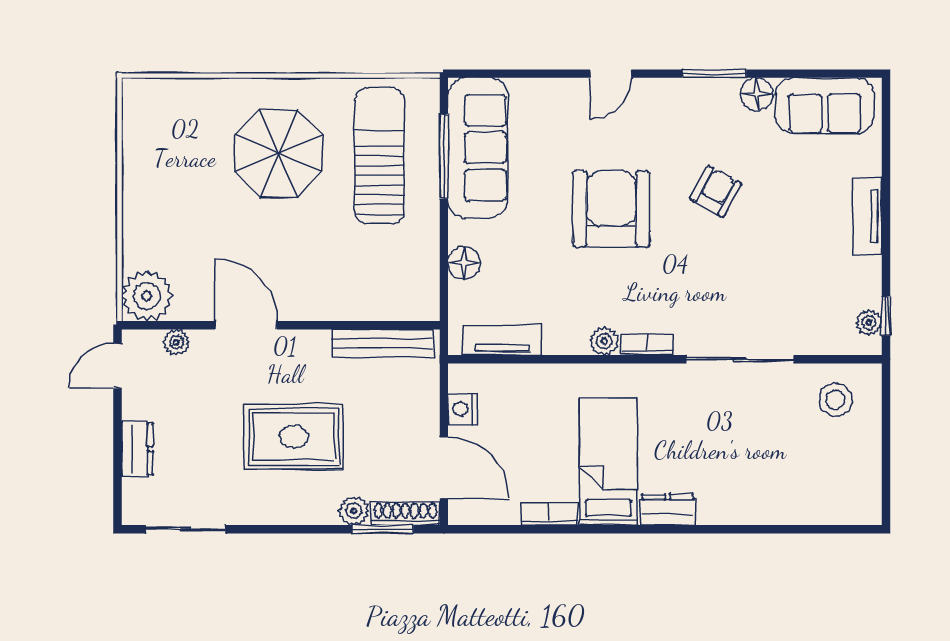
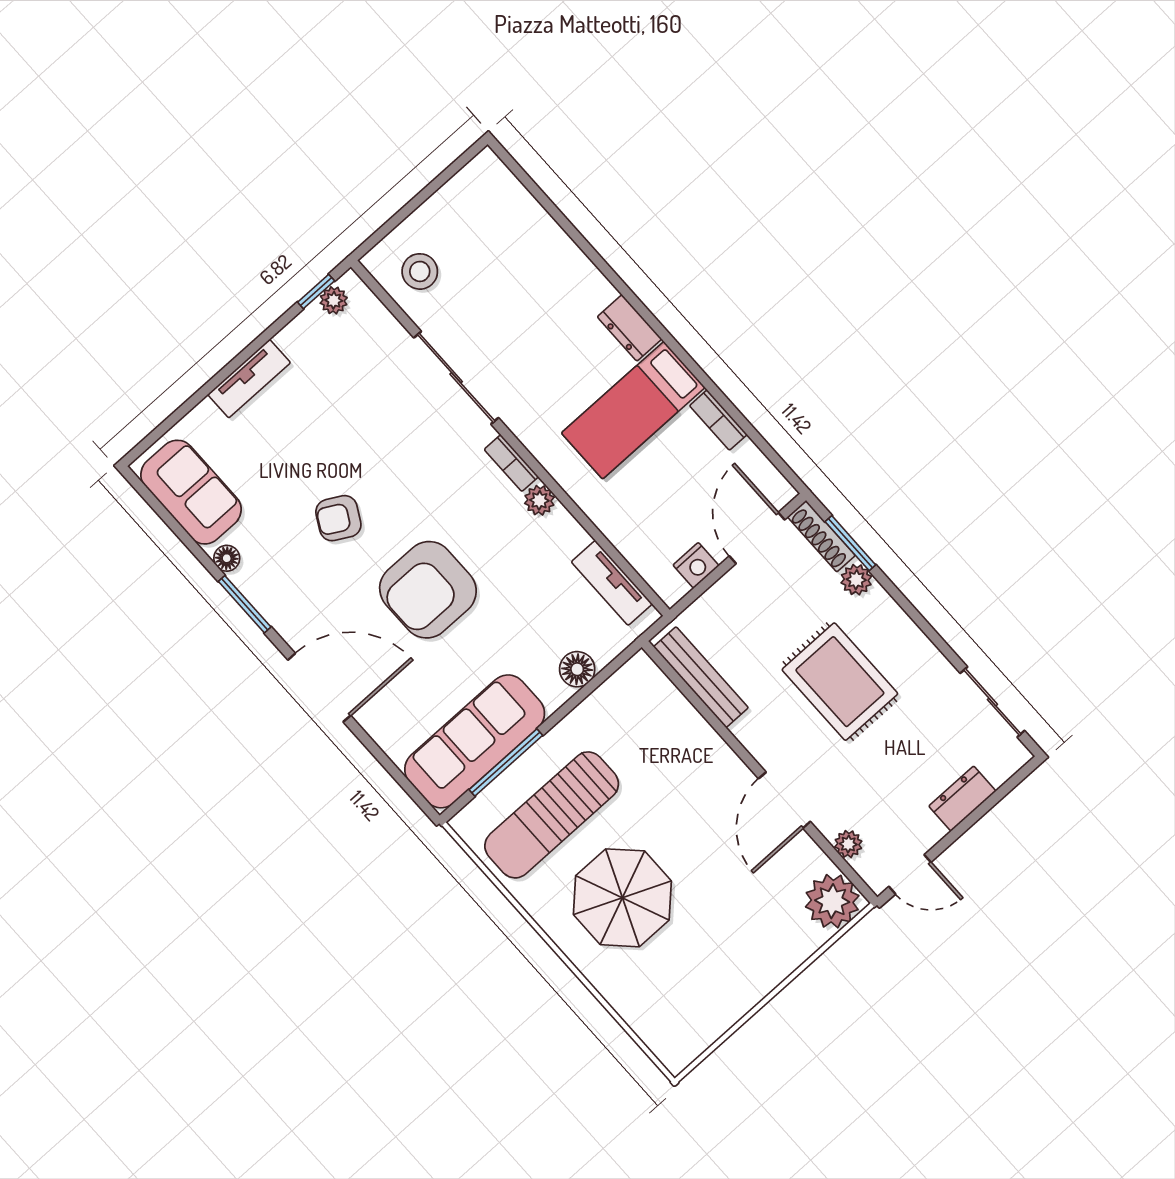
door: (611, 74) -> (319, 688), width x1.88
floor lamp: (757, 94) -> (227, 558), width x0.73, depth x0.73

